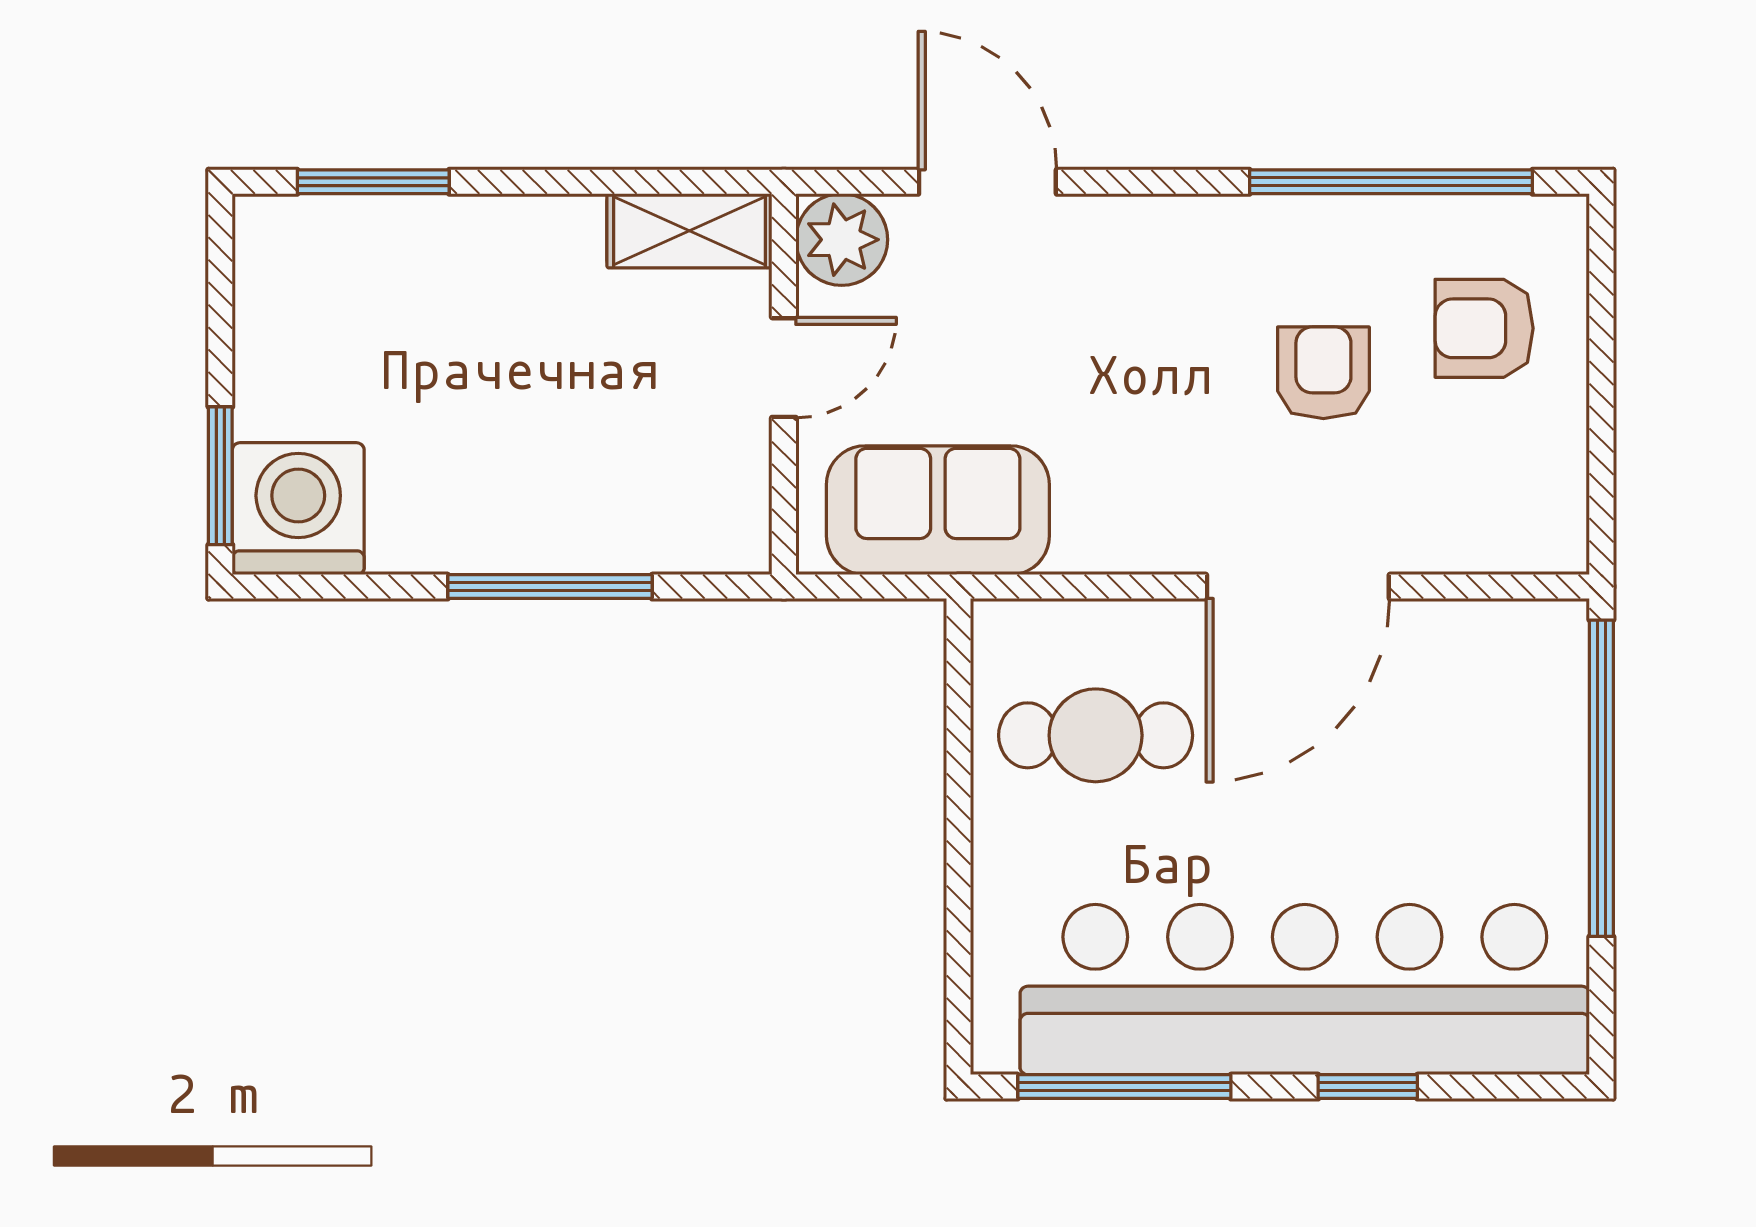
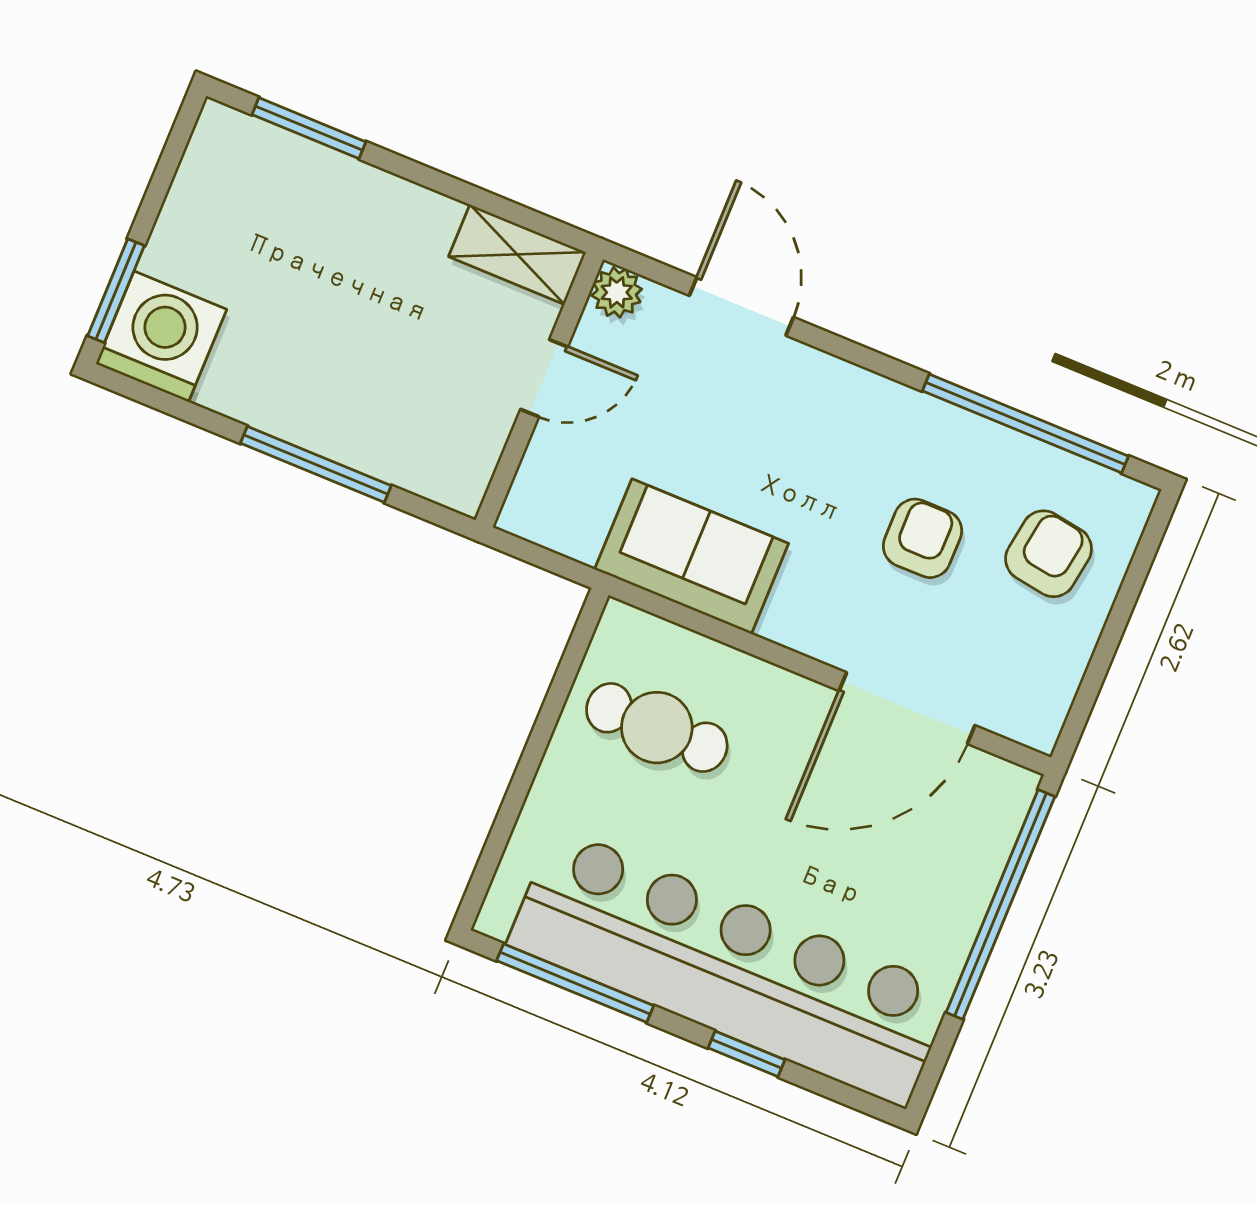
plant: (842, 240) -> (617, 292), width x0.73, depth x0.73
armchair: (1484, 328) -> (1049, 554), turned 99
sofa: (938, 510) -> (692, 556), moved
door: (1298, 587) -> (907, 708), moved

